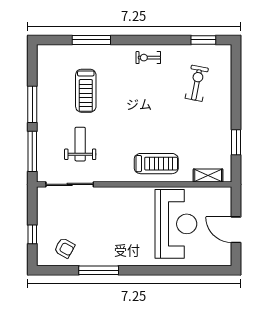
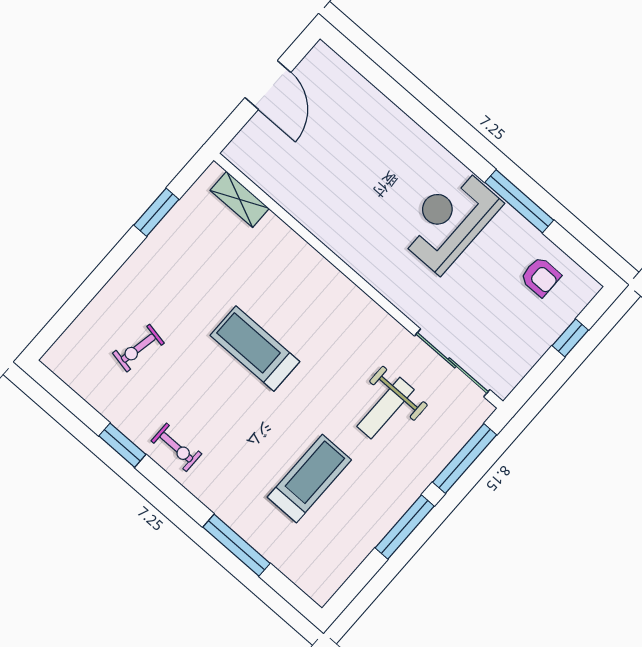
window: (203, 40) -> (122, 445), moved
exercise bike: (197, 83) -> (138, 348), width x0.73, depth x0.72
treadmill: (156, 164) -> (255, 349), moved
reception desk: (176, 224) -> (449, 220), moved, width x0.74, depth x0.77
armchair: (65, 248) -> (541, 277), turned 151

